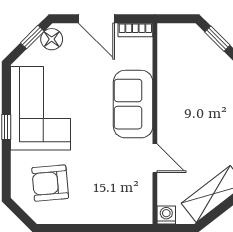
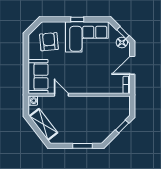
sofa: (133, 104) -> (38, 77), moved, turned 90
door: (155, 158) -> (61, 95), swing flipped

